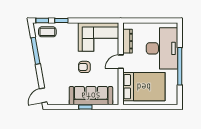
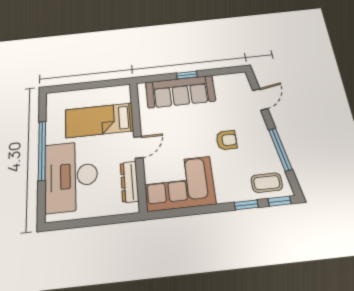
armchair: (84, 67) -> (227, 140), moved
bed: (144, 87) -> (99, 120), width x0.67
door: (43, 95) -> (260, 99), moved

